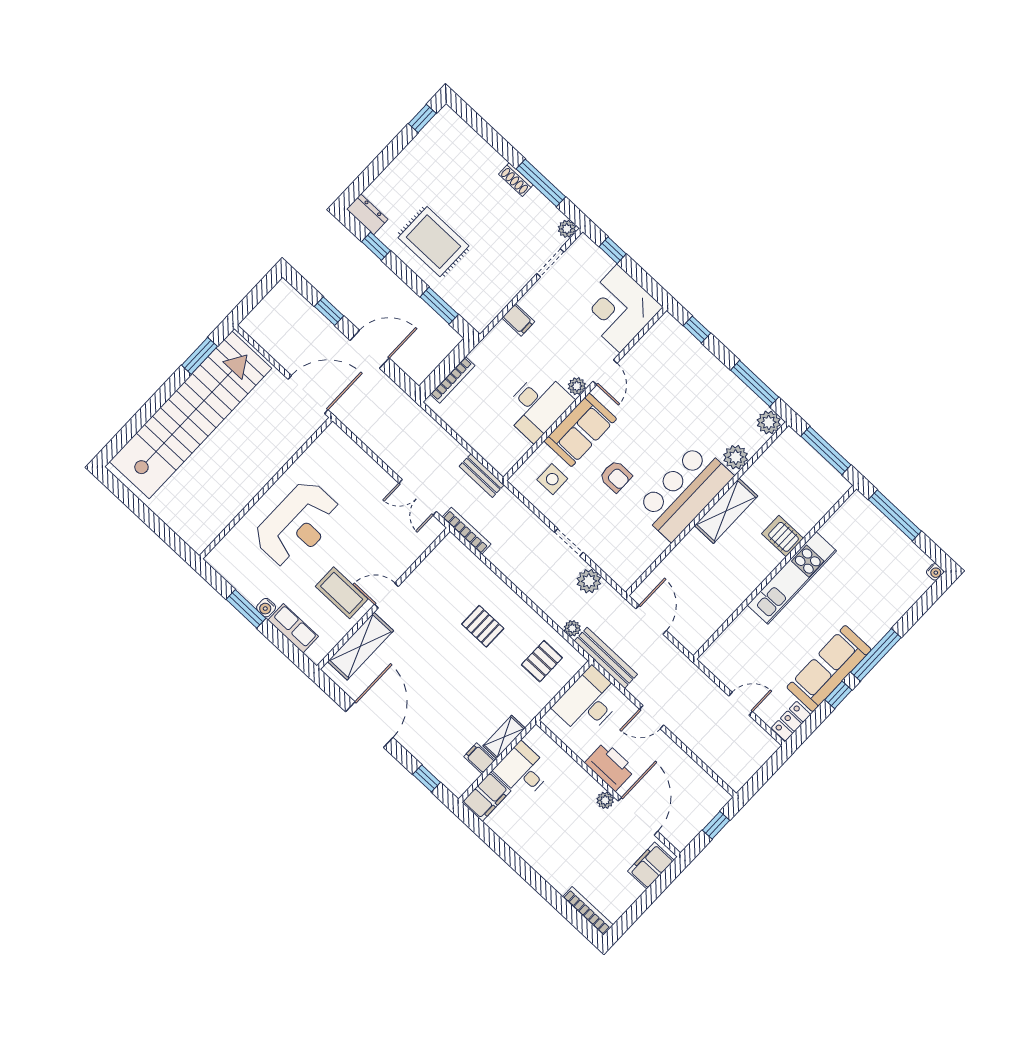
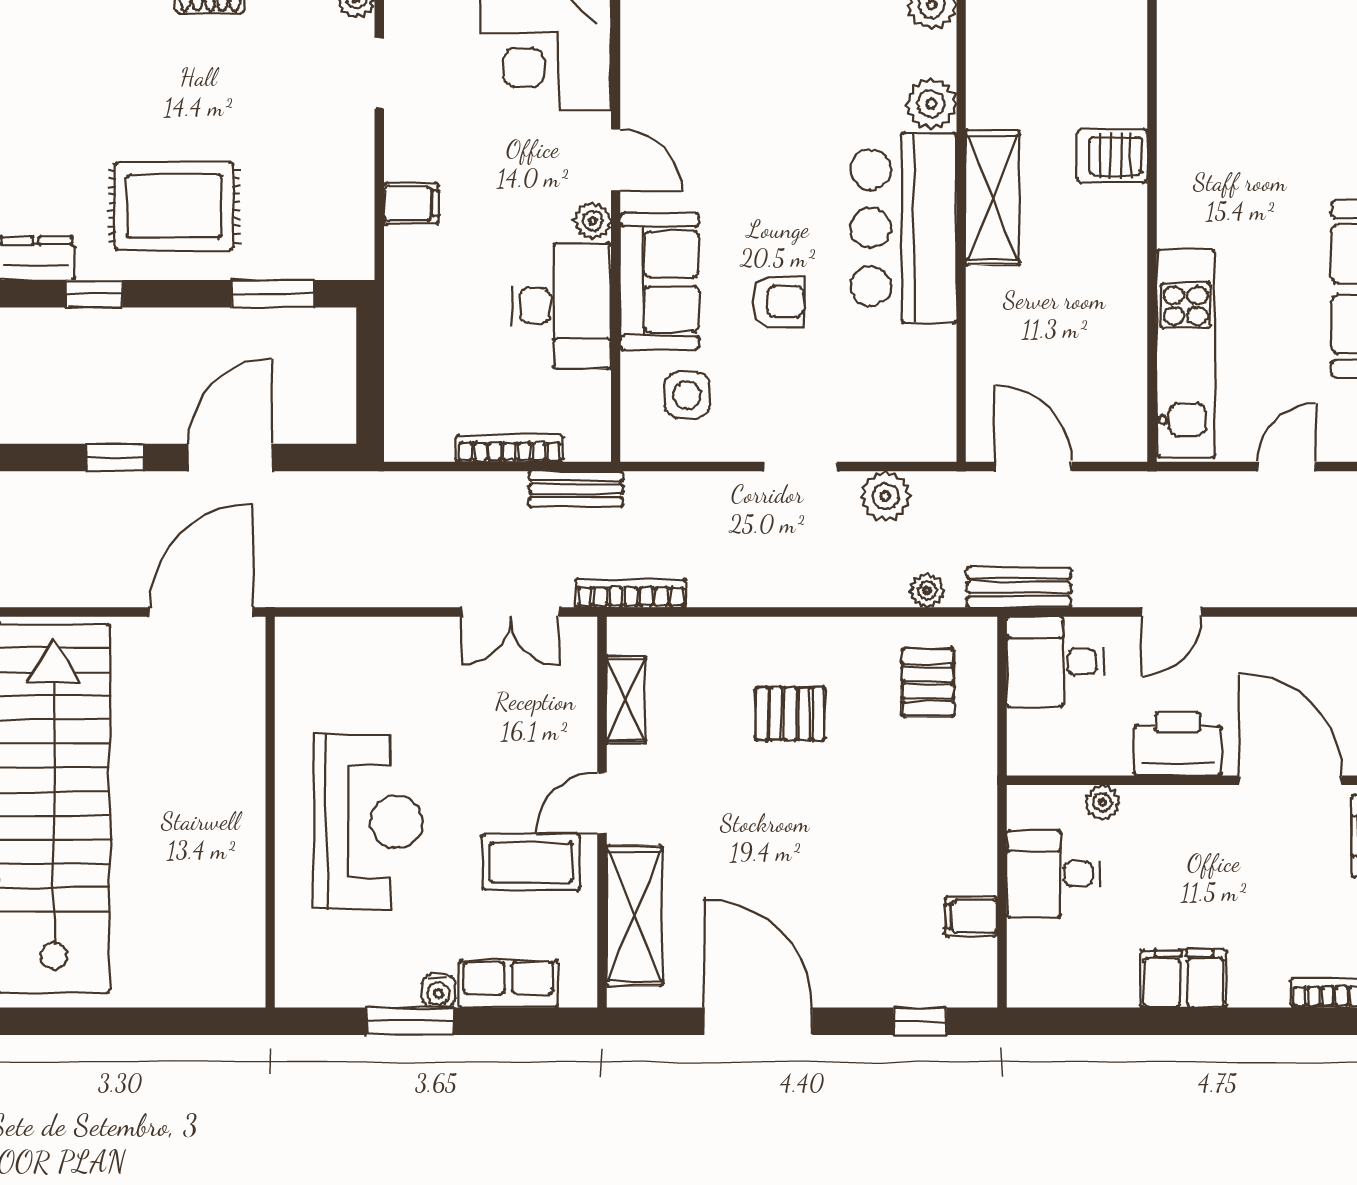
bookcase: (453, 380) -> (509, 448), moved, turned -90
kitchen unit: (792, 578) -> (1186, 353), moved
bench: (606, 658) -> (1019, 588), width x0.73
desk: (588, 702) -> (1055, 662), width x0.73
shelving: (504, 737) -> (626, 700), moved
filing cabinet: (486, 797) -> (1184, 979), moved, turned -90
plant: (605, 800) -> (1102, 802), moved

